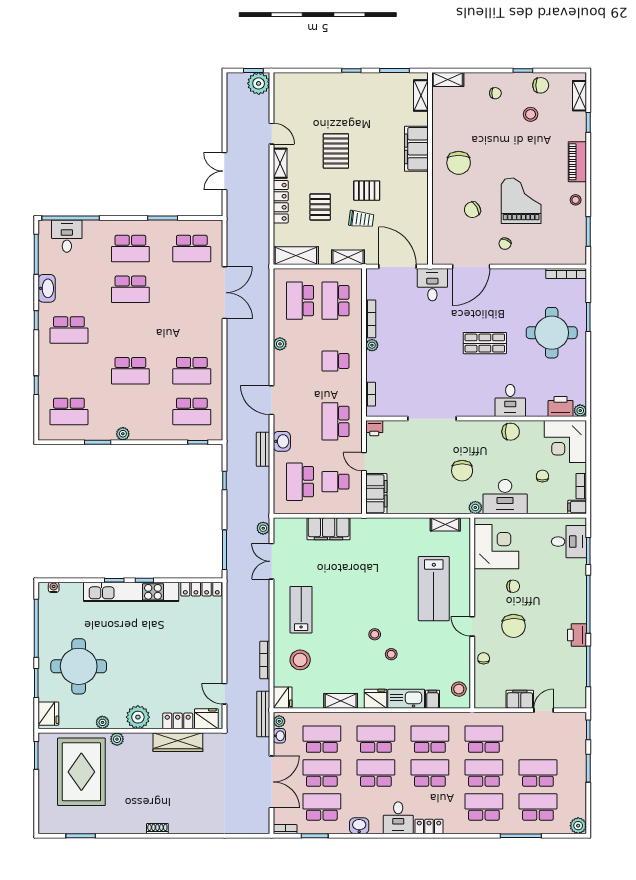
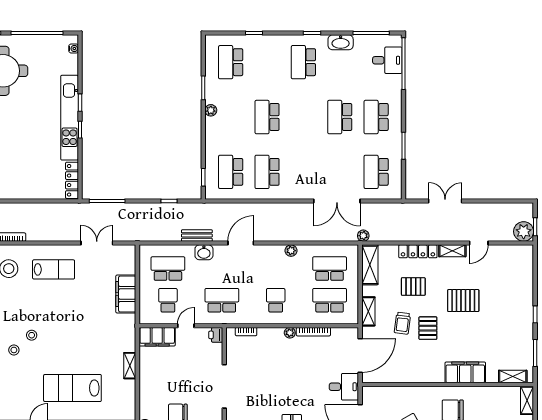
shelving: (445, 524) -> (130, 366), moved
plant: (263, 528) -> (363, 236), moved

